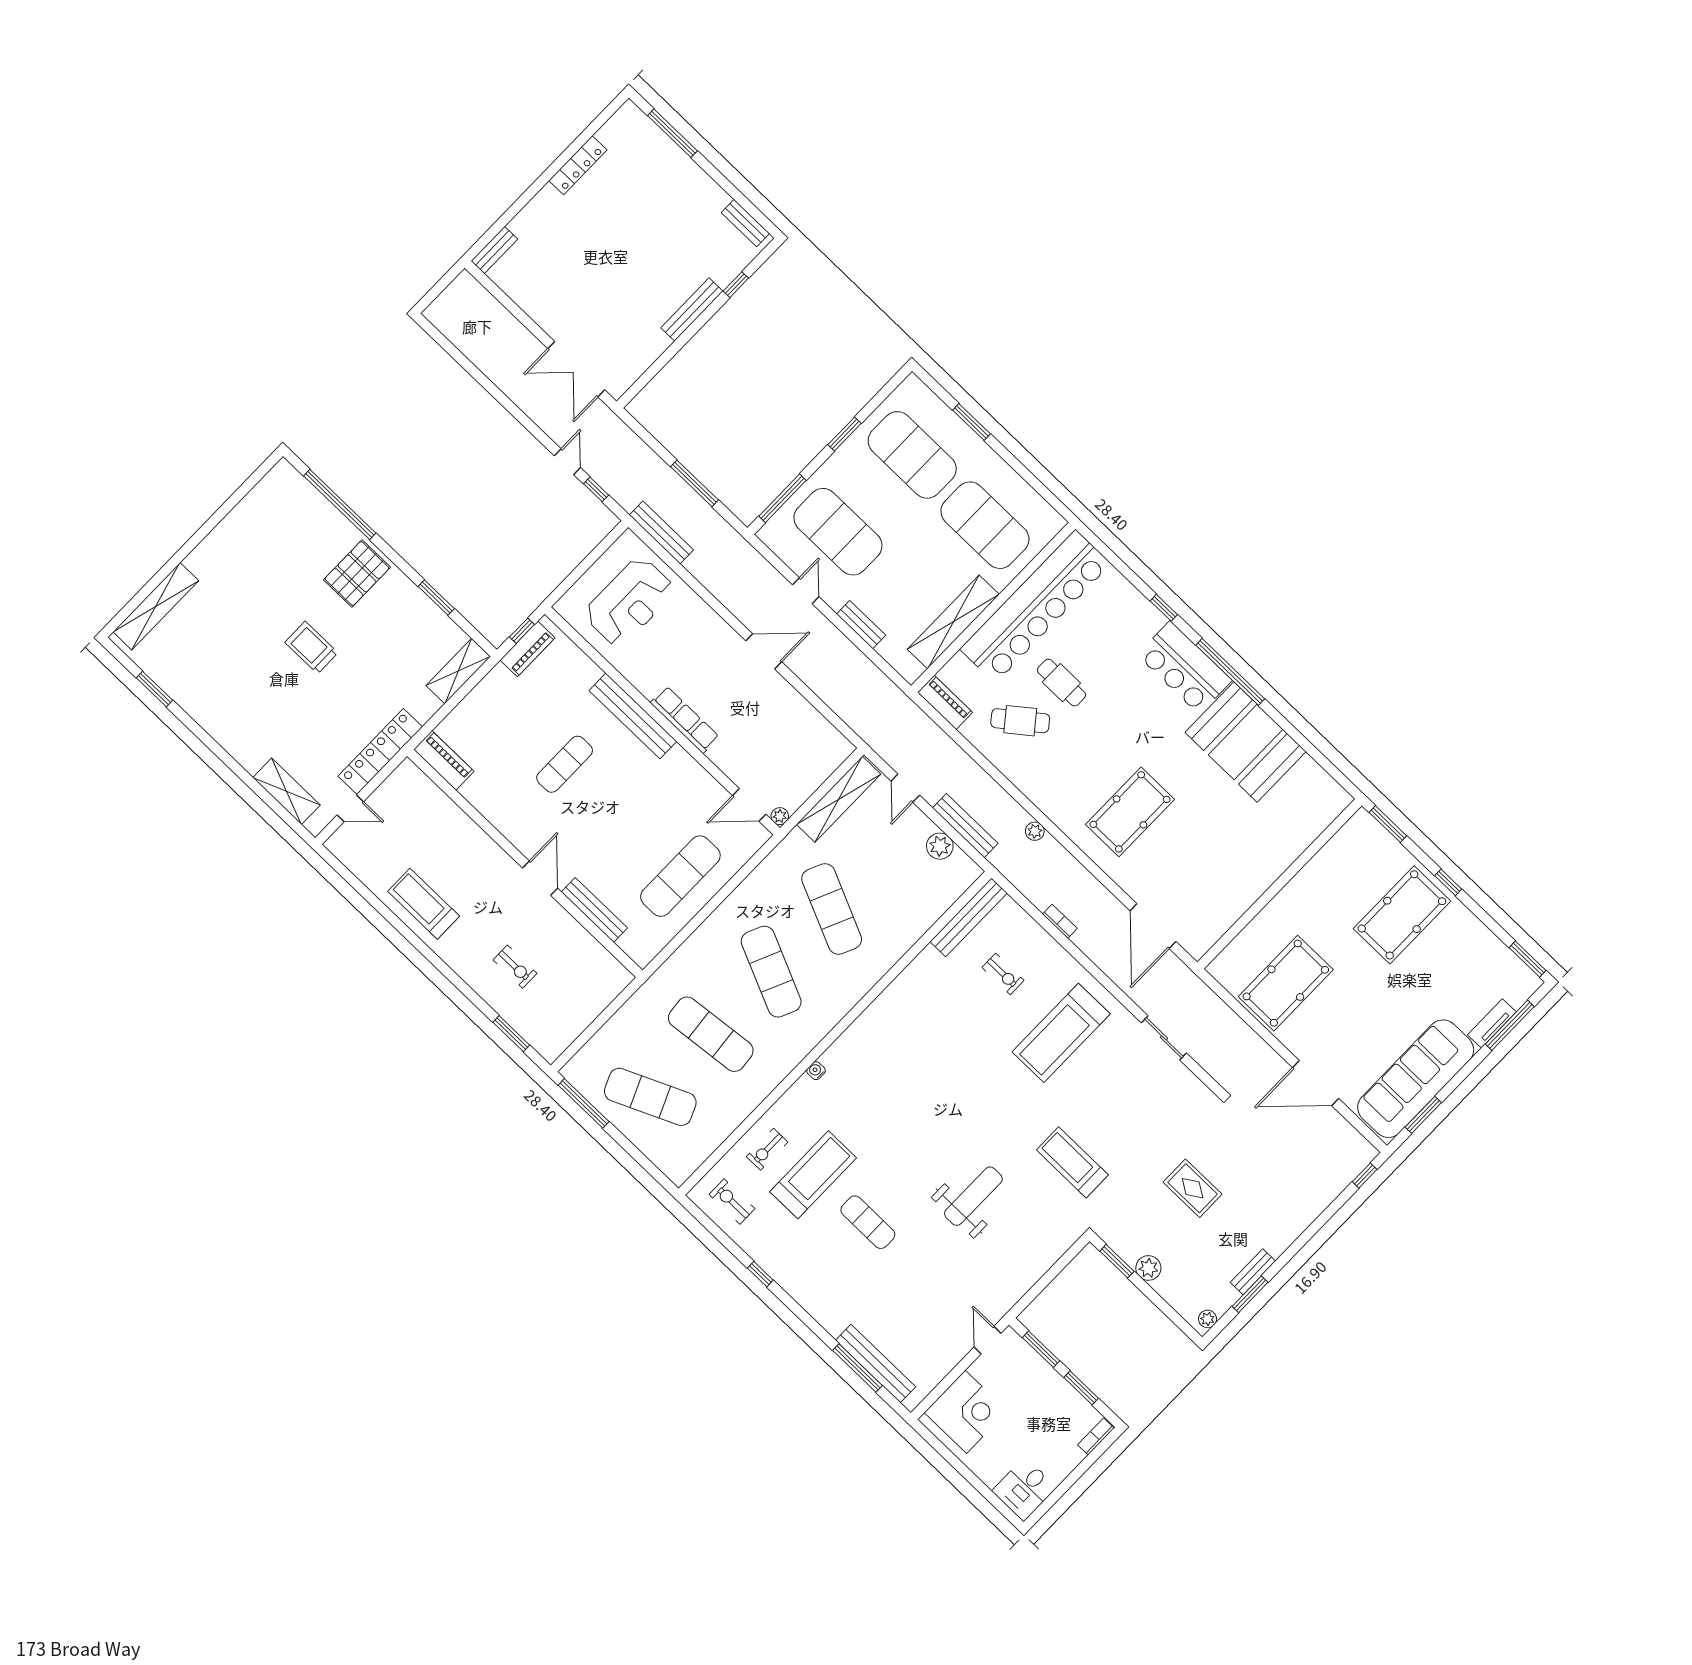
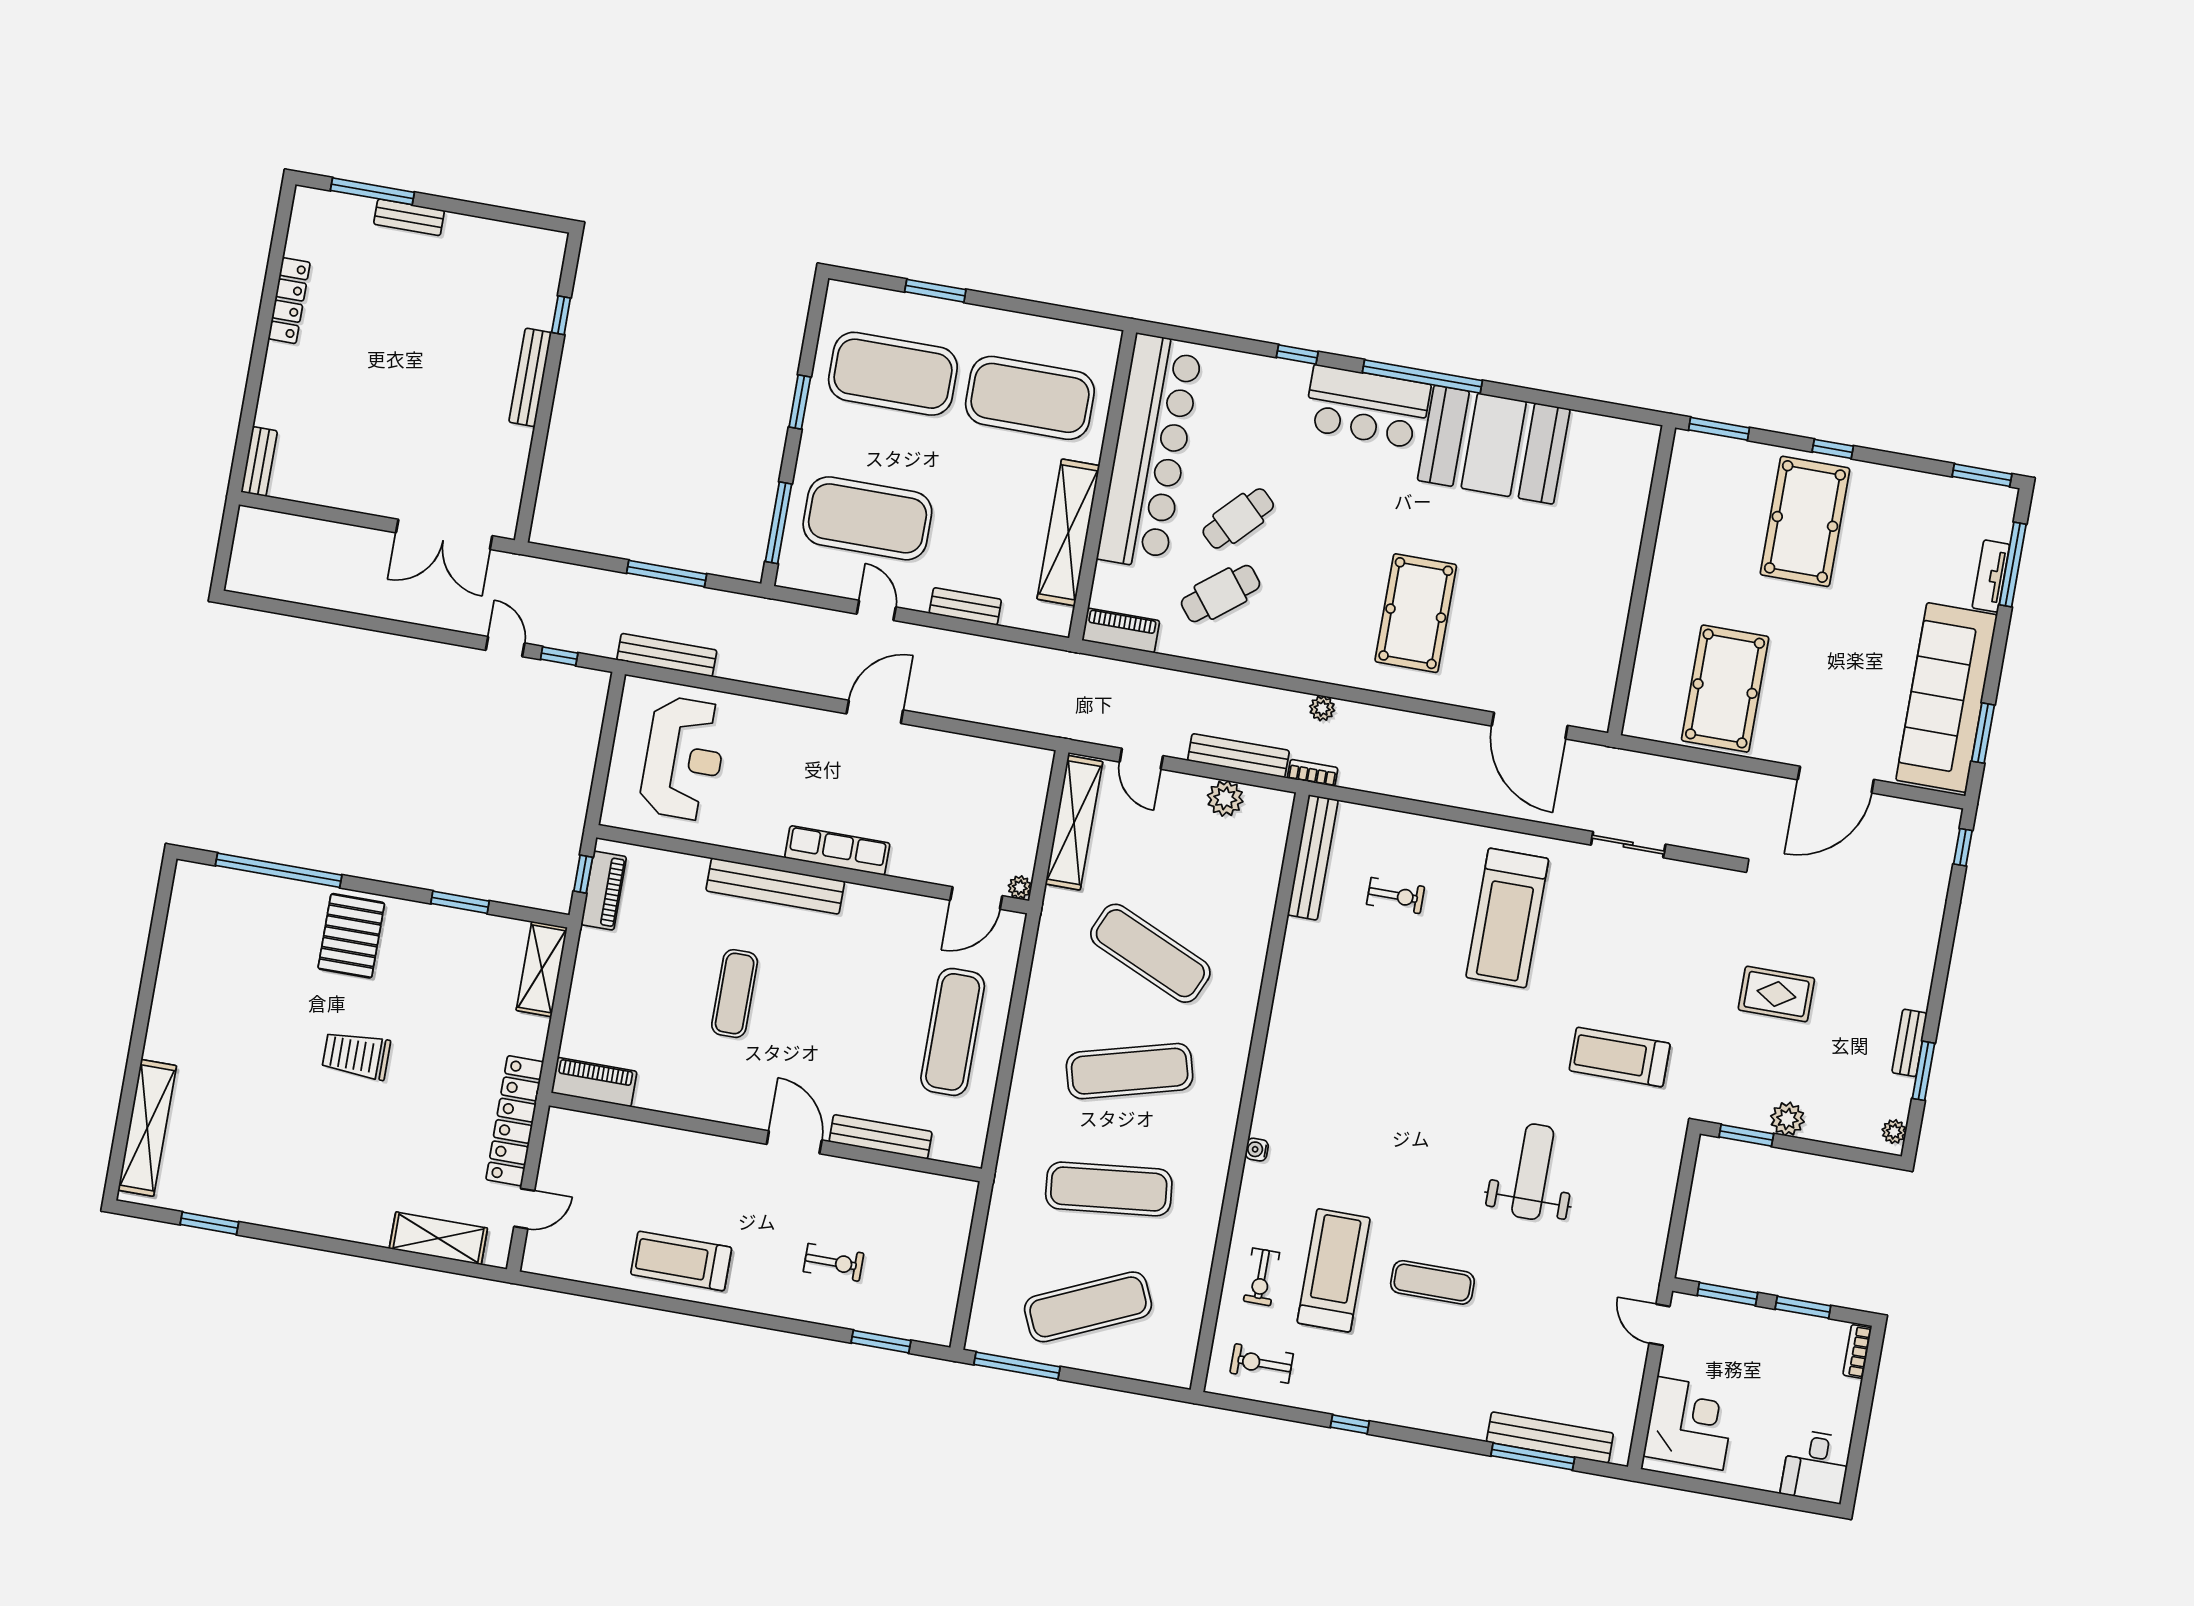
bench: (745, 223) -> (409, 217), moved
cafe table: (1061, 683) -> (1238, 518), turned -46
bookcase: (1060, 921) -> (1313, 773), moved
exercise mat: (771, 972) -> (1130, 1071), turned -39

